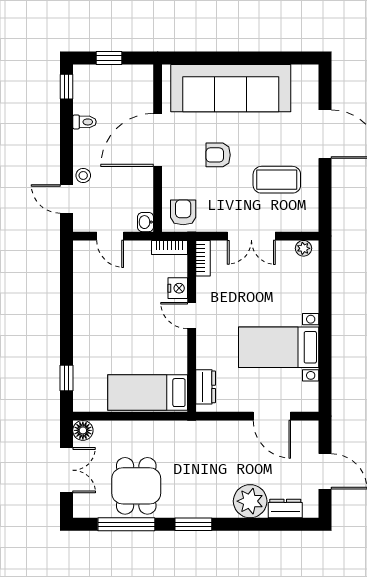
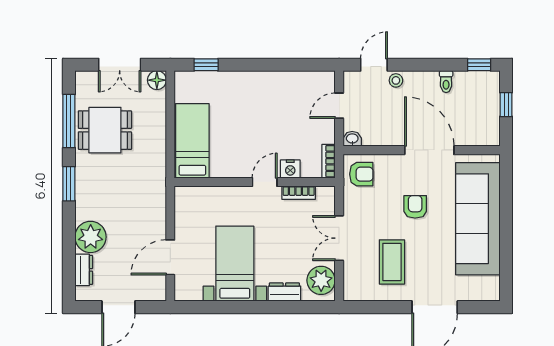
plant: (304, 248) -> (321, 280), width x1.87, depth x1.87
bookcase: (203, 258) -> (299, 193), moved
dresser: (206, 387) -> (284, 292), moved, turned 180

